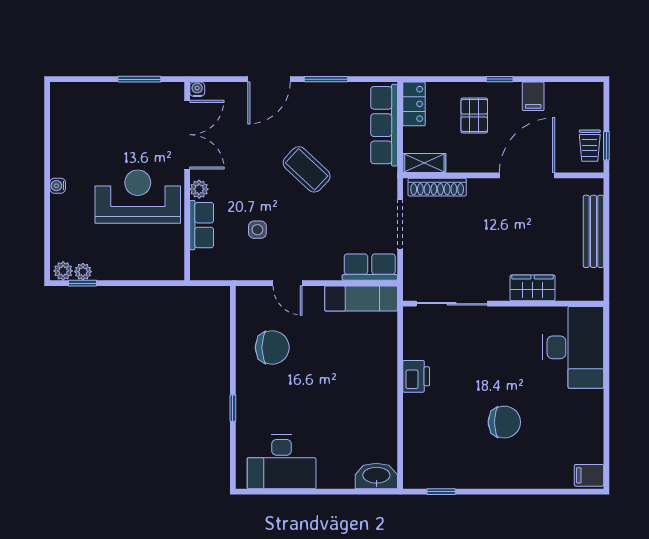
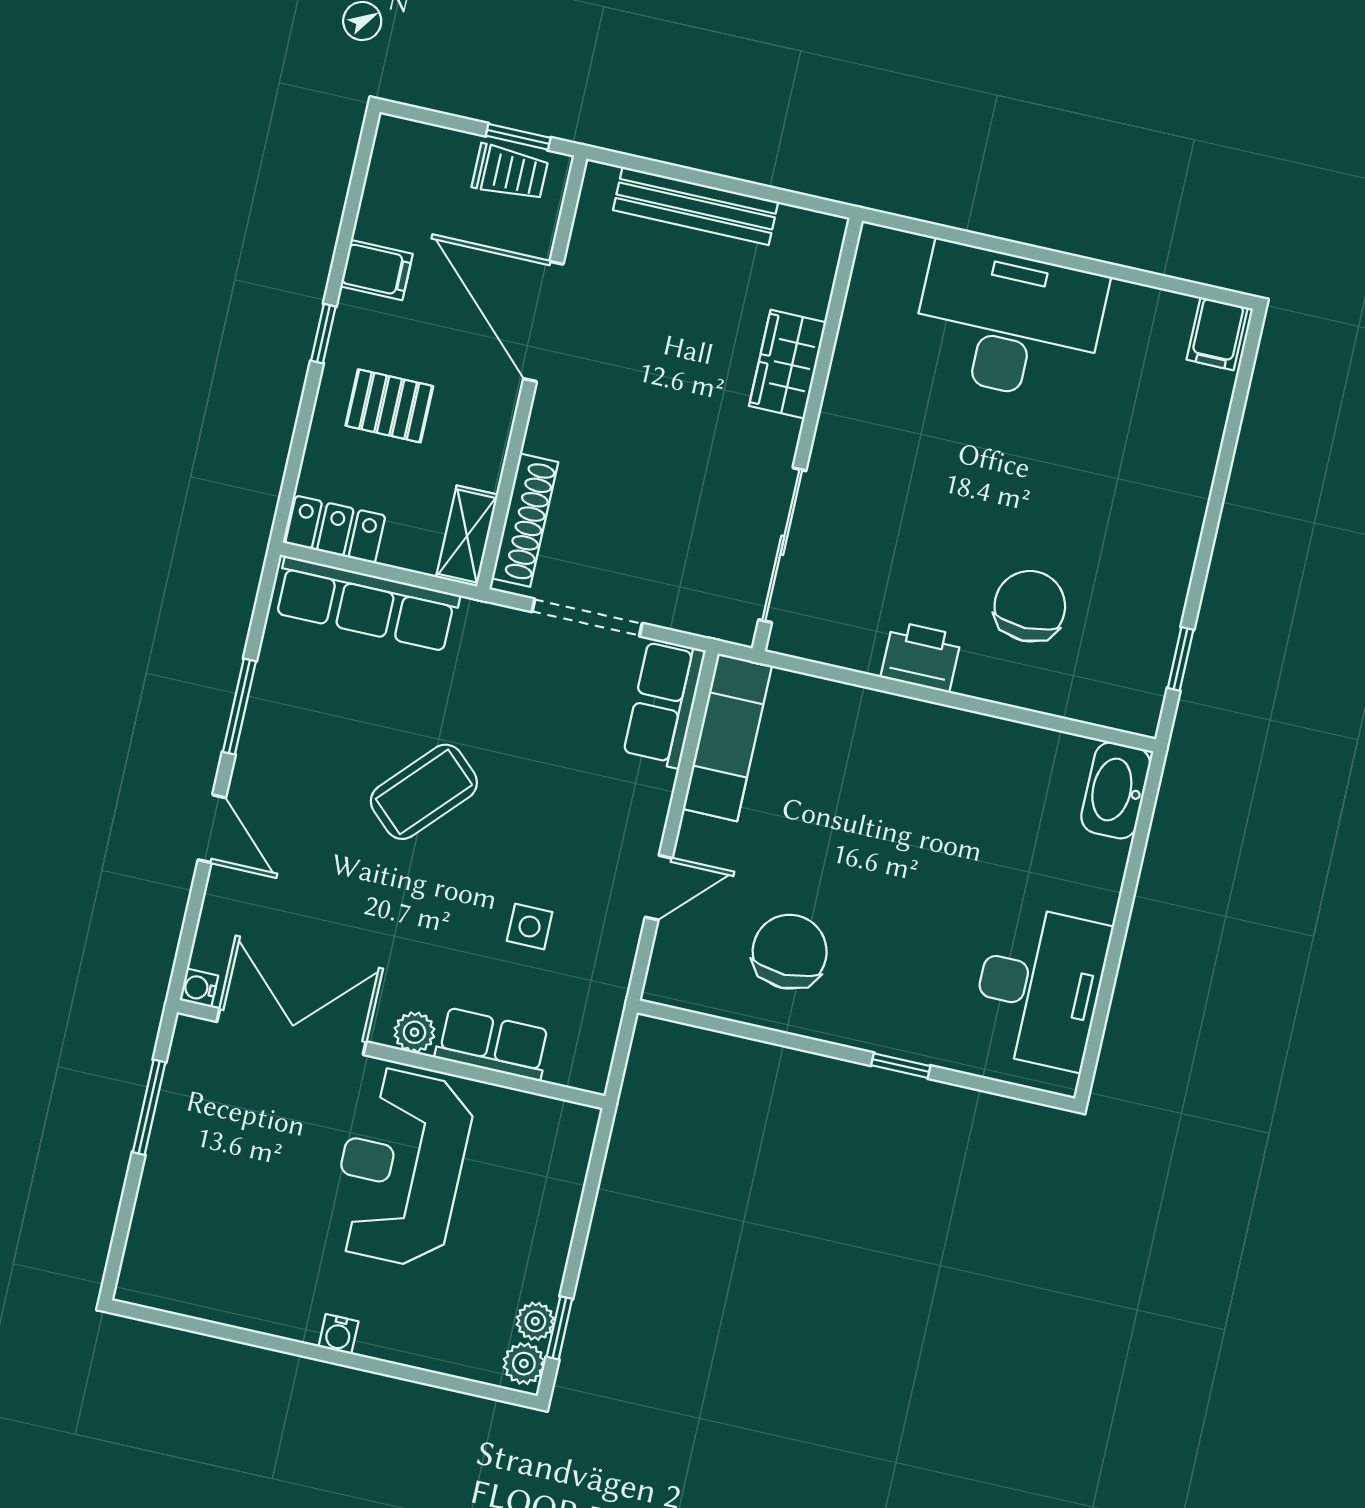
door: (269, 79) -> (212, 829), width x0.73
desk: (573, 347) -> (1009, 323), moved
chair: (504, 422) -> (1030, 606), moved

